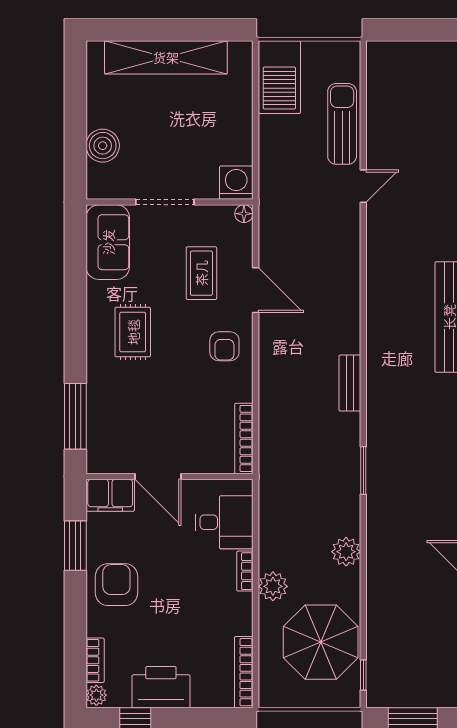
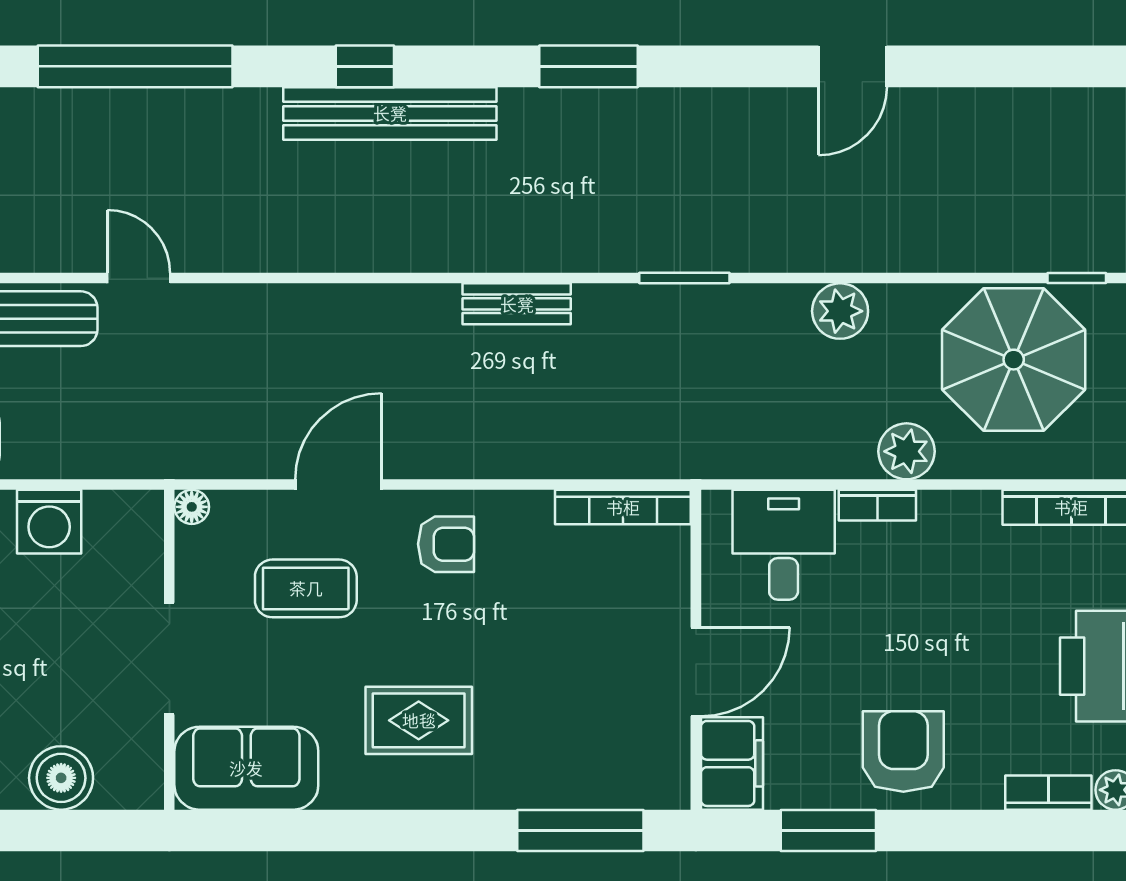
washing machine: (236, 183) -> (49, 522), moved, turned -90
armchair: (116, 585) -> (903, 751), turned 90

